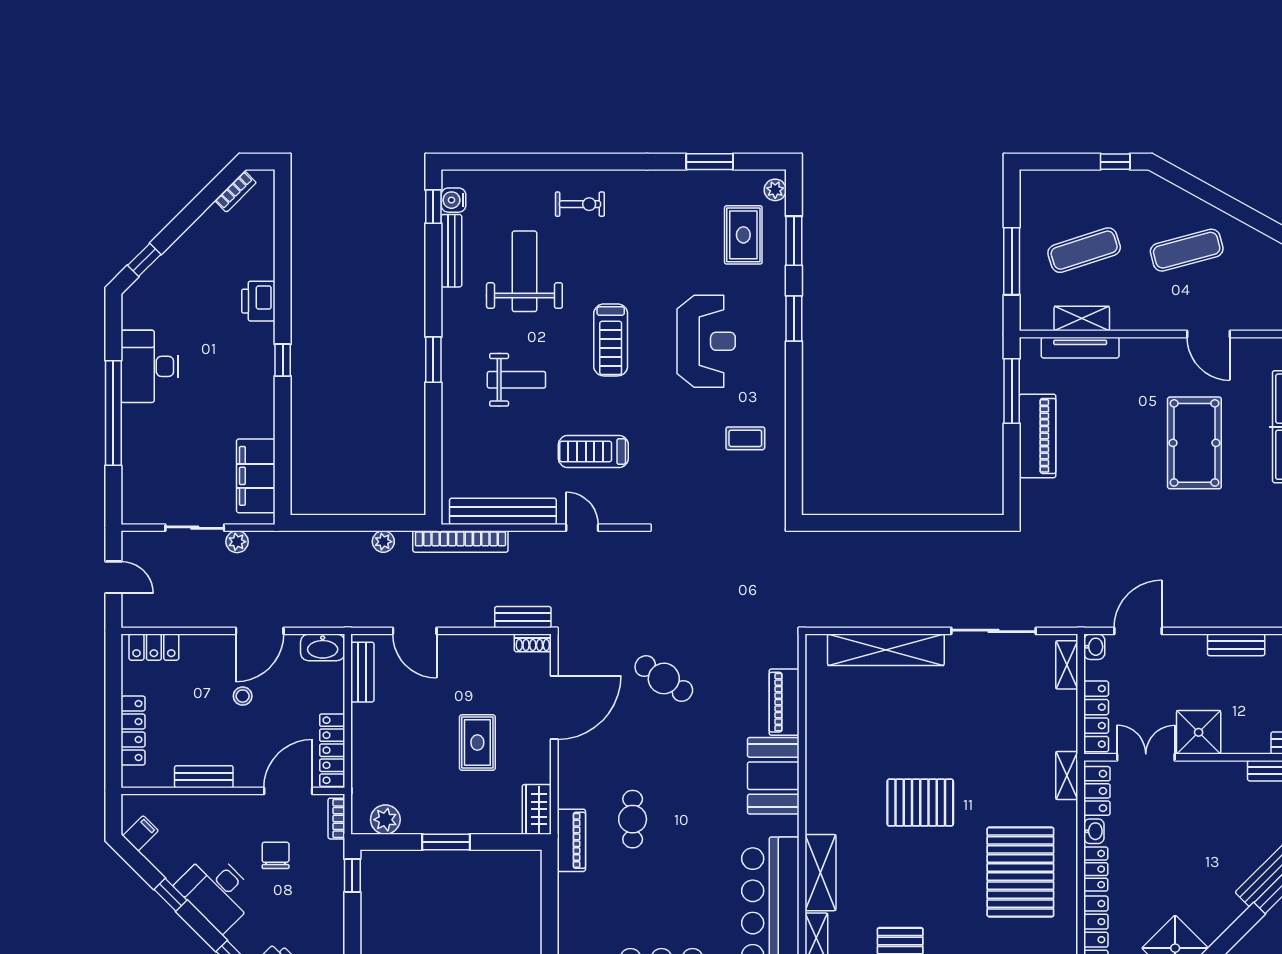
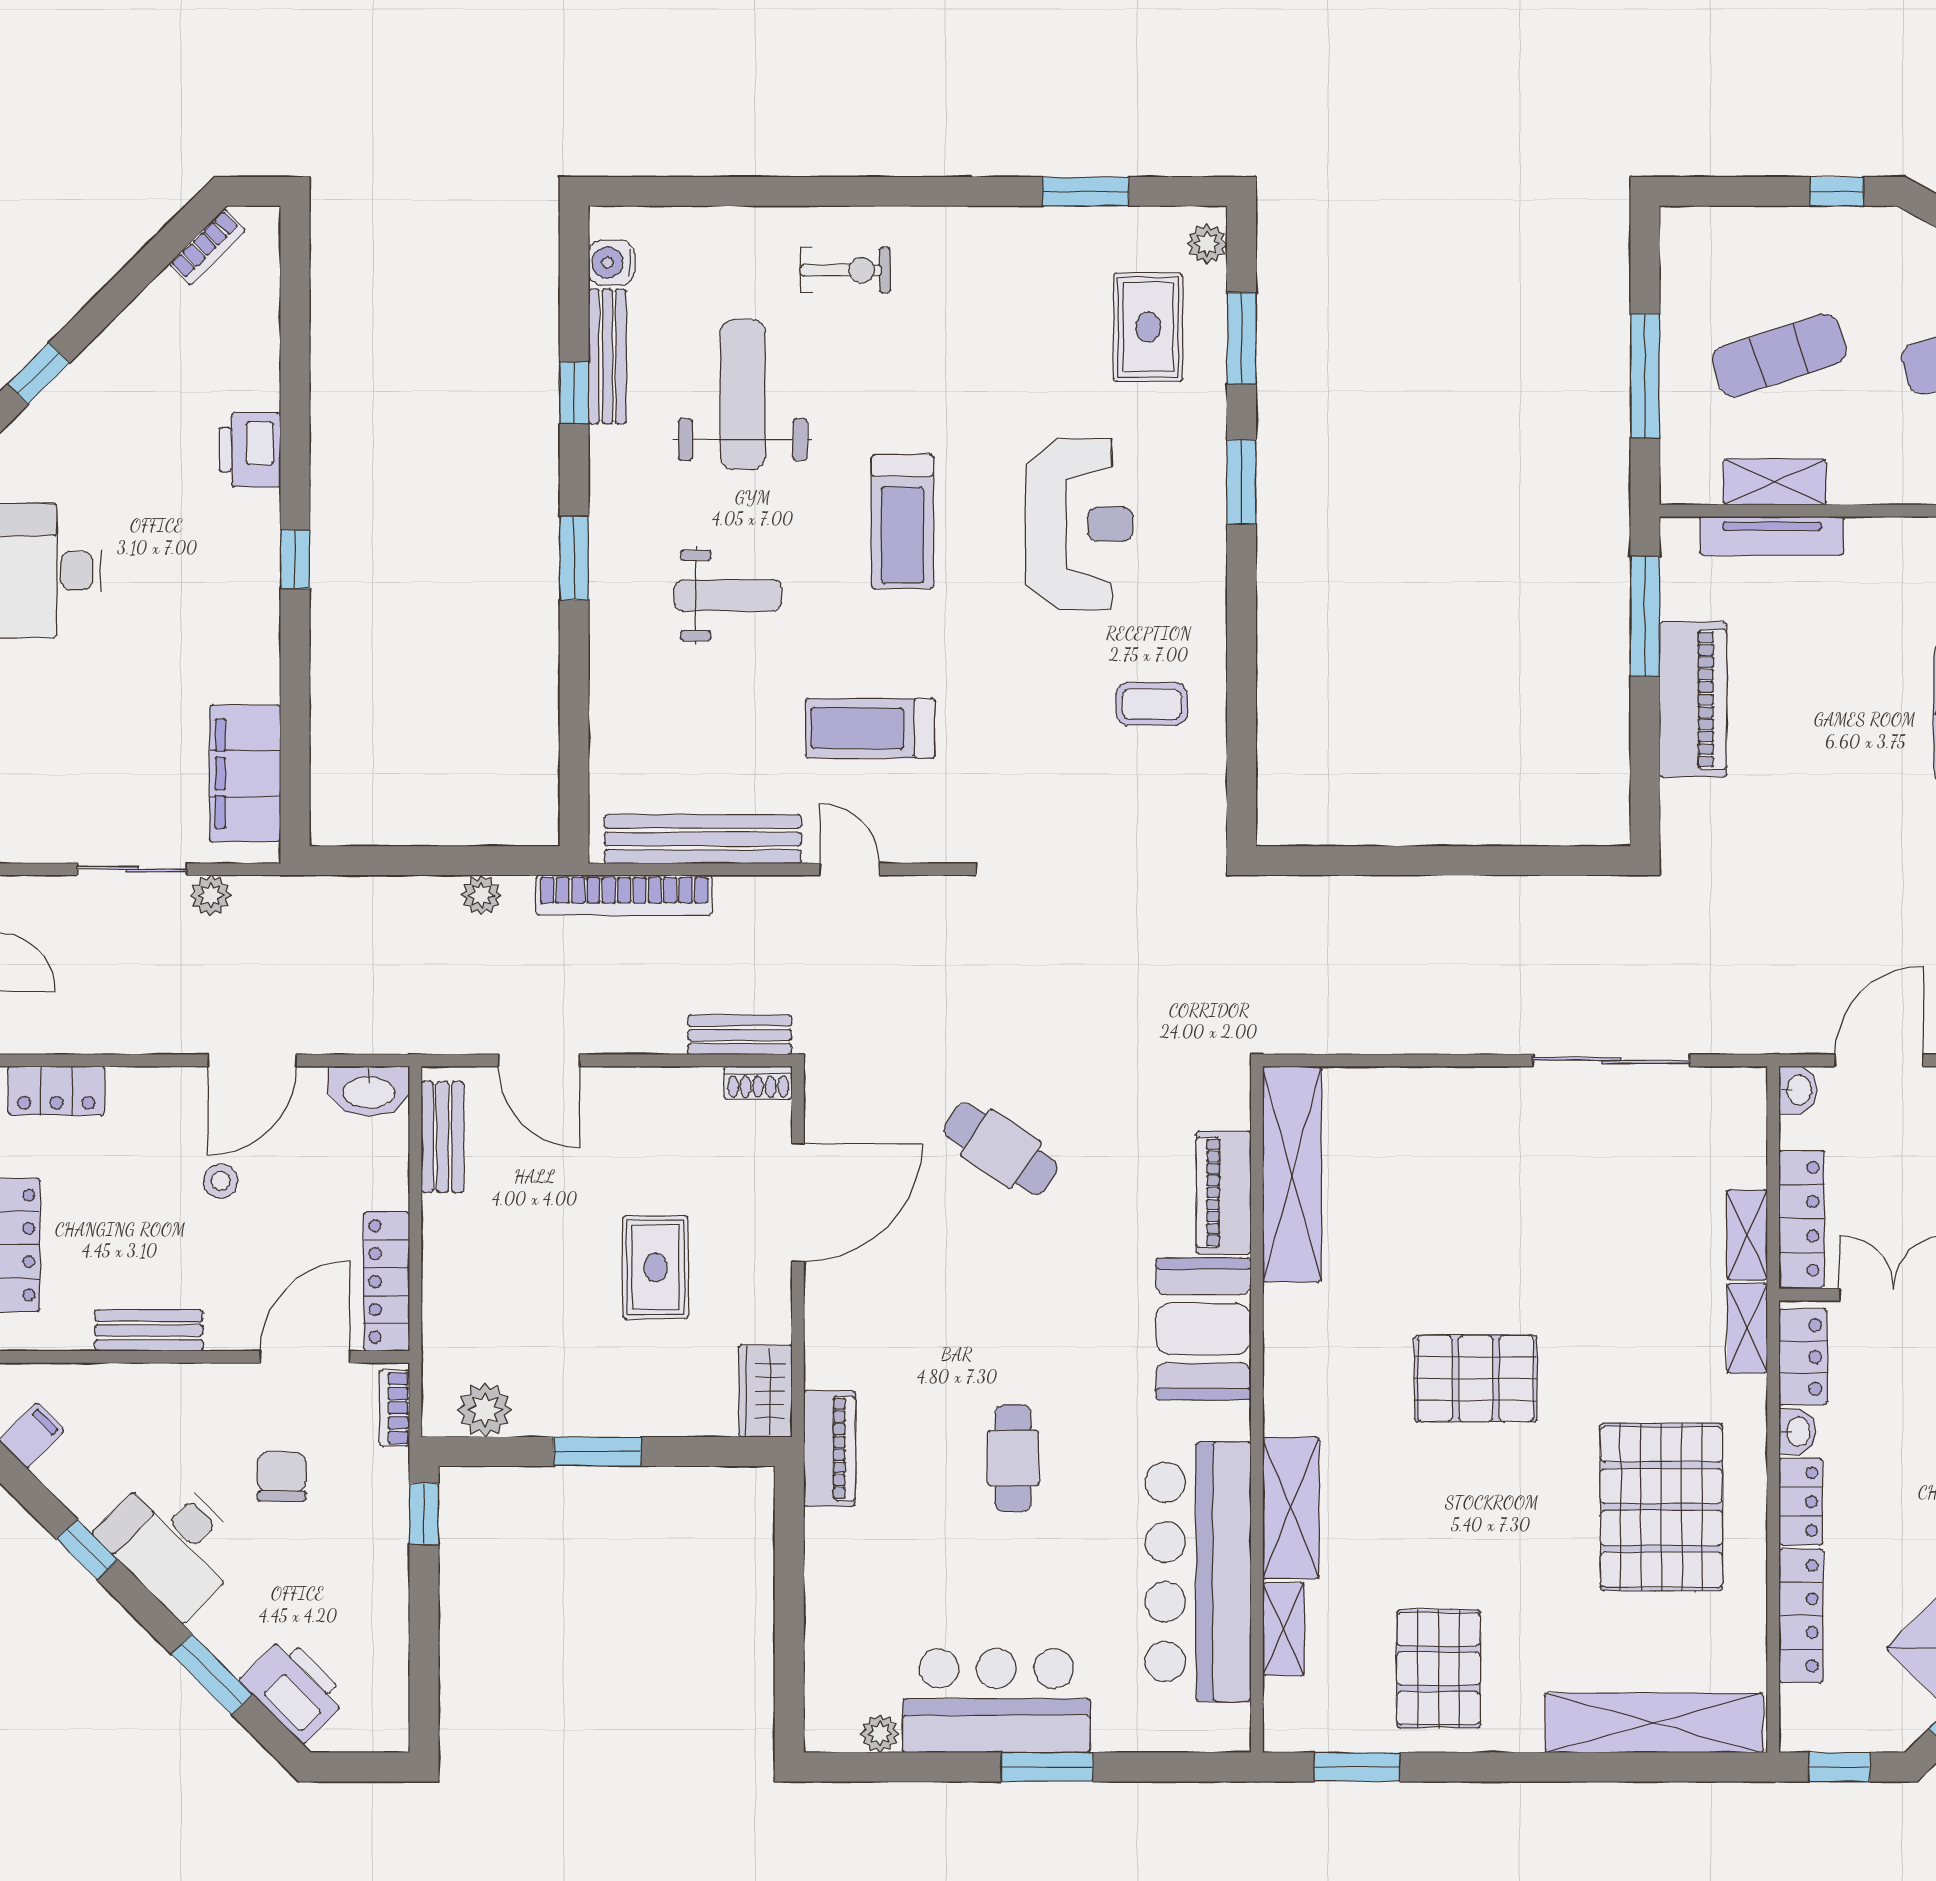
window: (433, 207) -> (574, 393), moved
shelving: (886, 650) -> (1292, 1174), moved, turned 90
shelving: (1067, 665) -> (1747, 1235), moved
cafe table: (633, 819) -> (1013, 1458), moved

